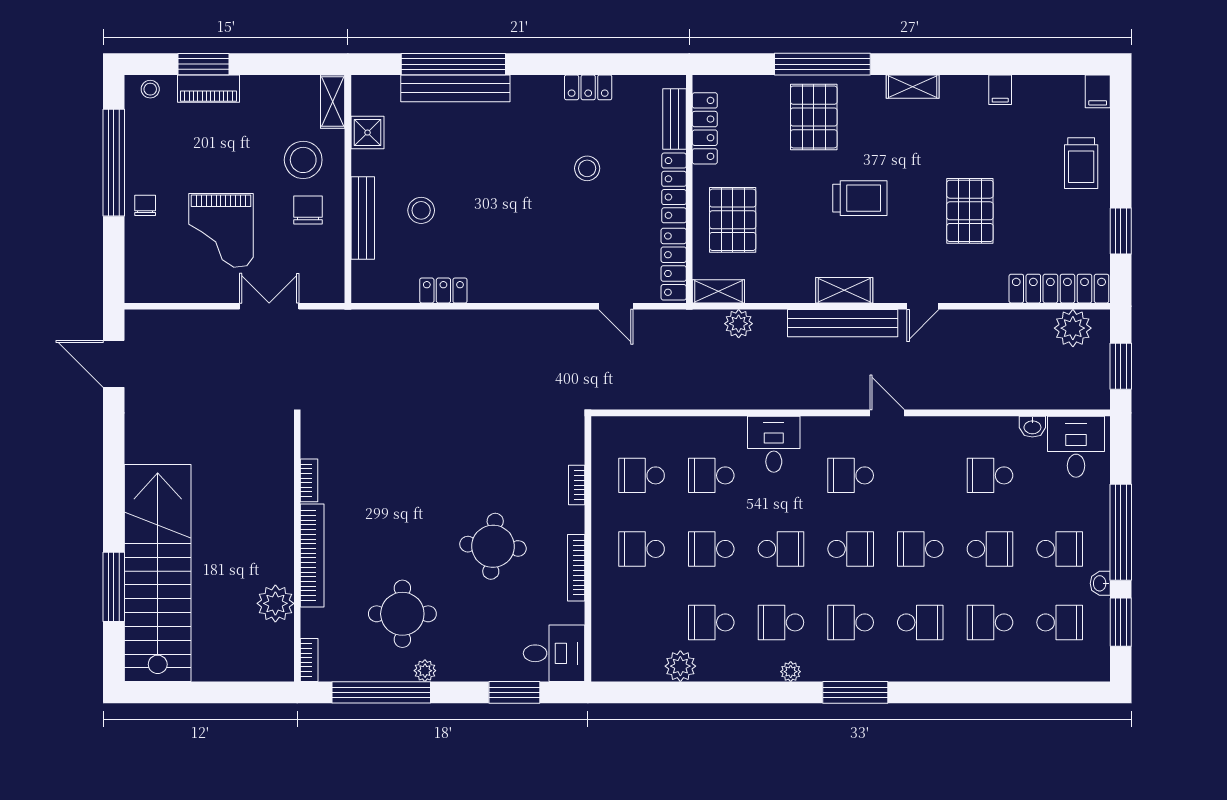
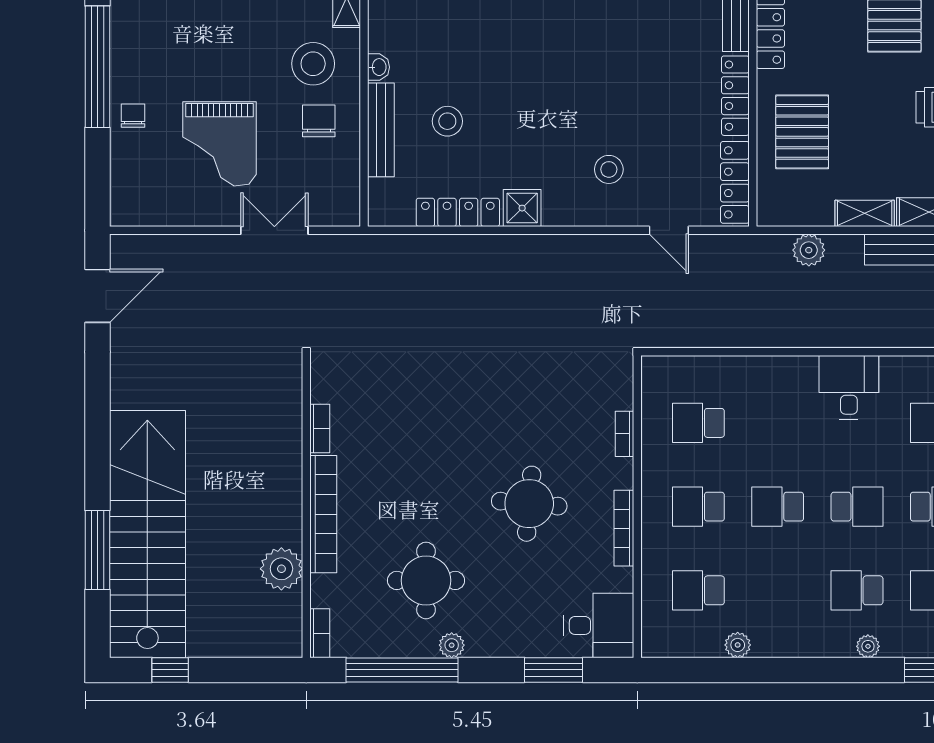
shower: (368, 133) -> (522, 208), moved
washbasin: (361, 163) -> (378, 67), added
stool: (587, 168) -> (609, 169), moved
locker: (443, 290) -> (458, 212), width x1.53
shelving: (718, 291) -> (865, 213), moved
door: (114, 364) -> (97, 296), swing flipped
school desk: (711, 475) -> (778, 423), removed
school desk: (711, 622) -> (698, 590), moved
plant: (680, 666) -> (738, 645), width x0.73, depth x0.73
window: (178, 692) -> (170, 670), added

